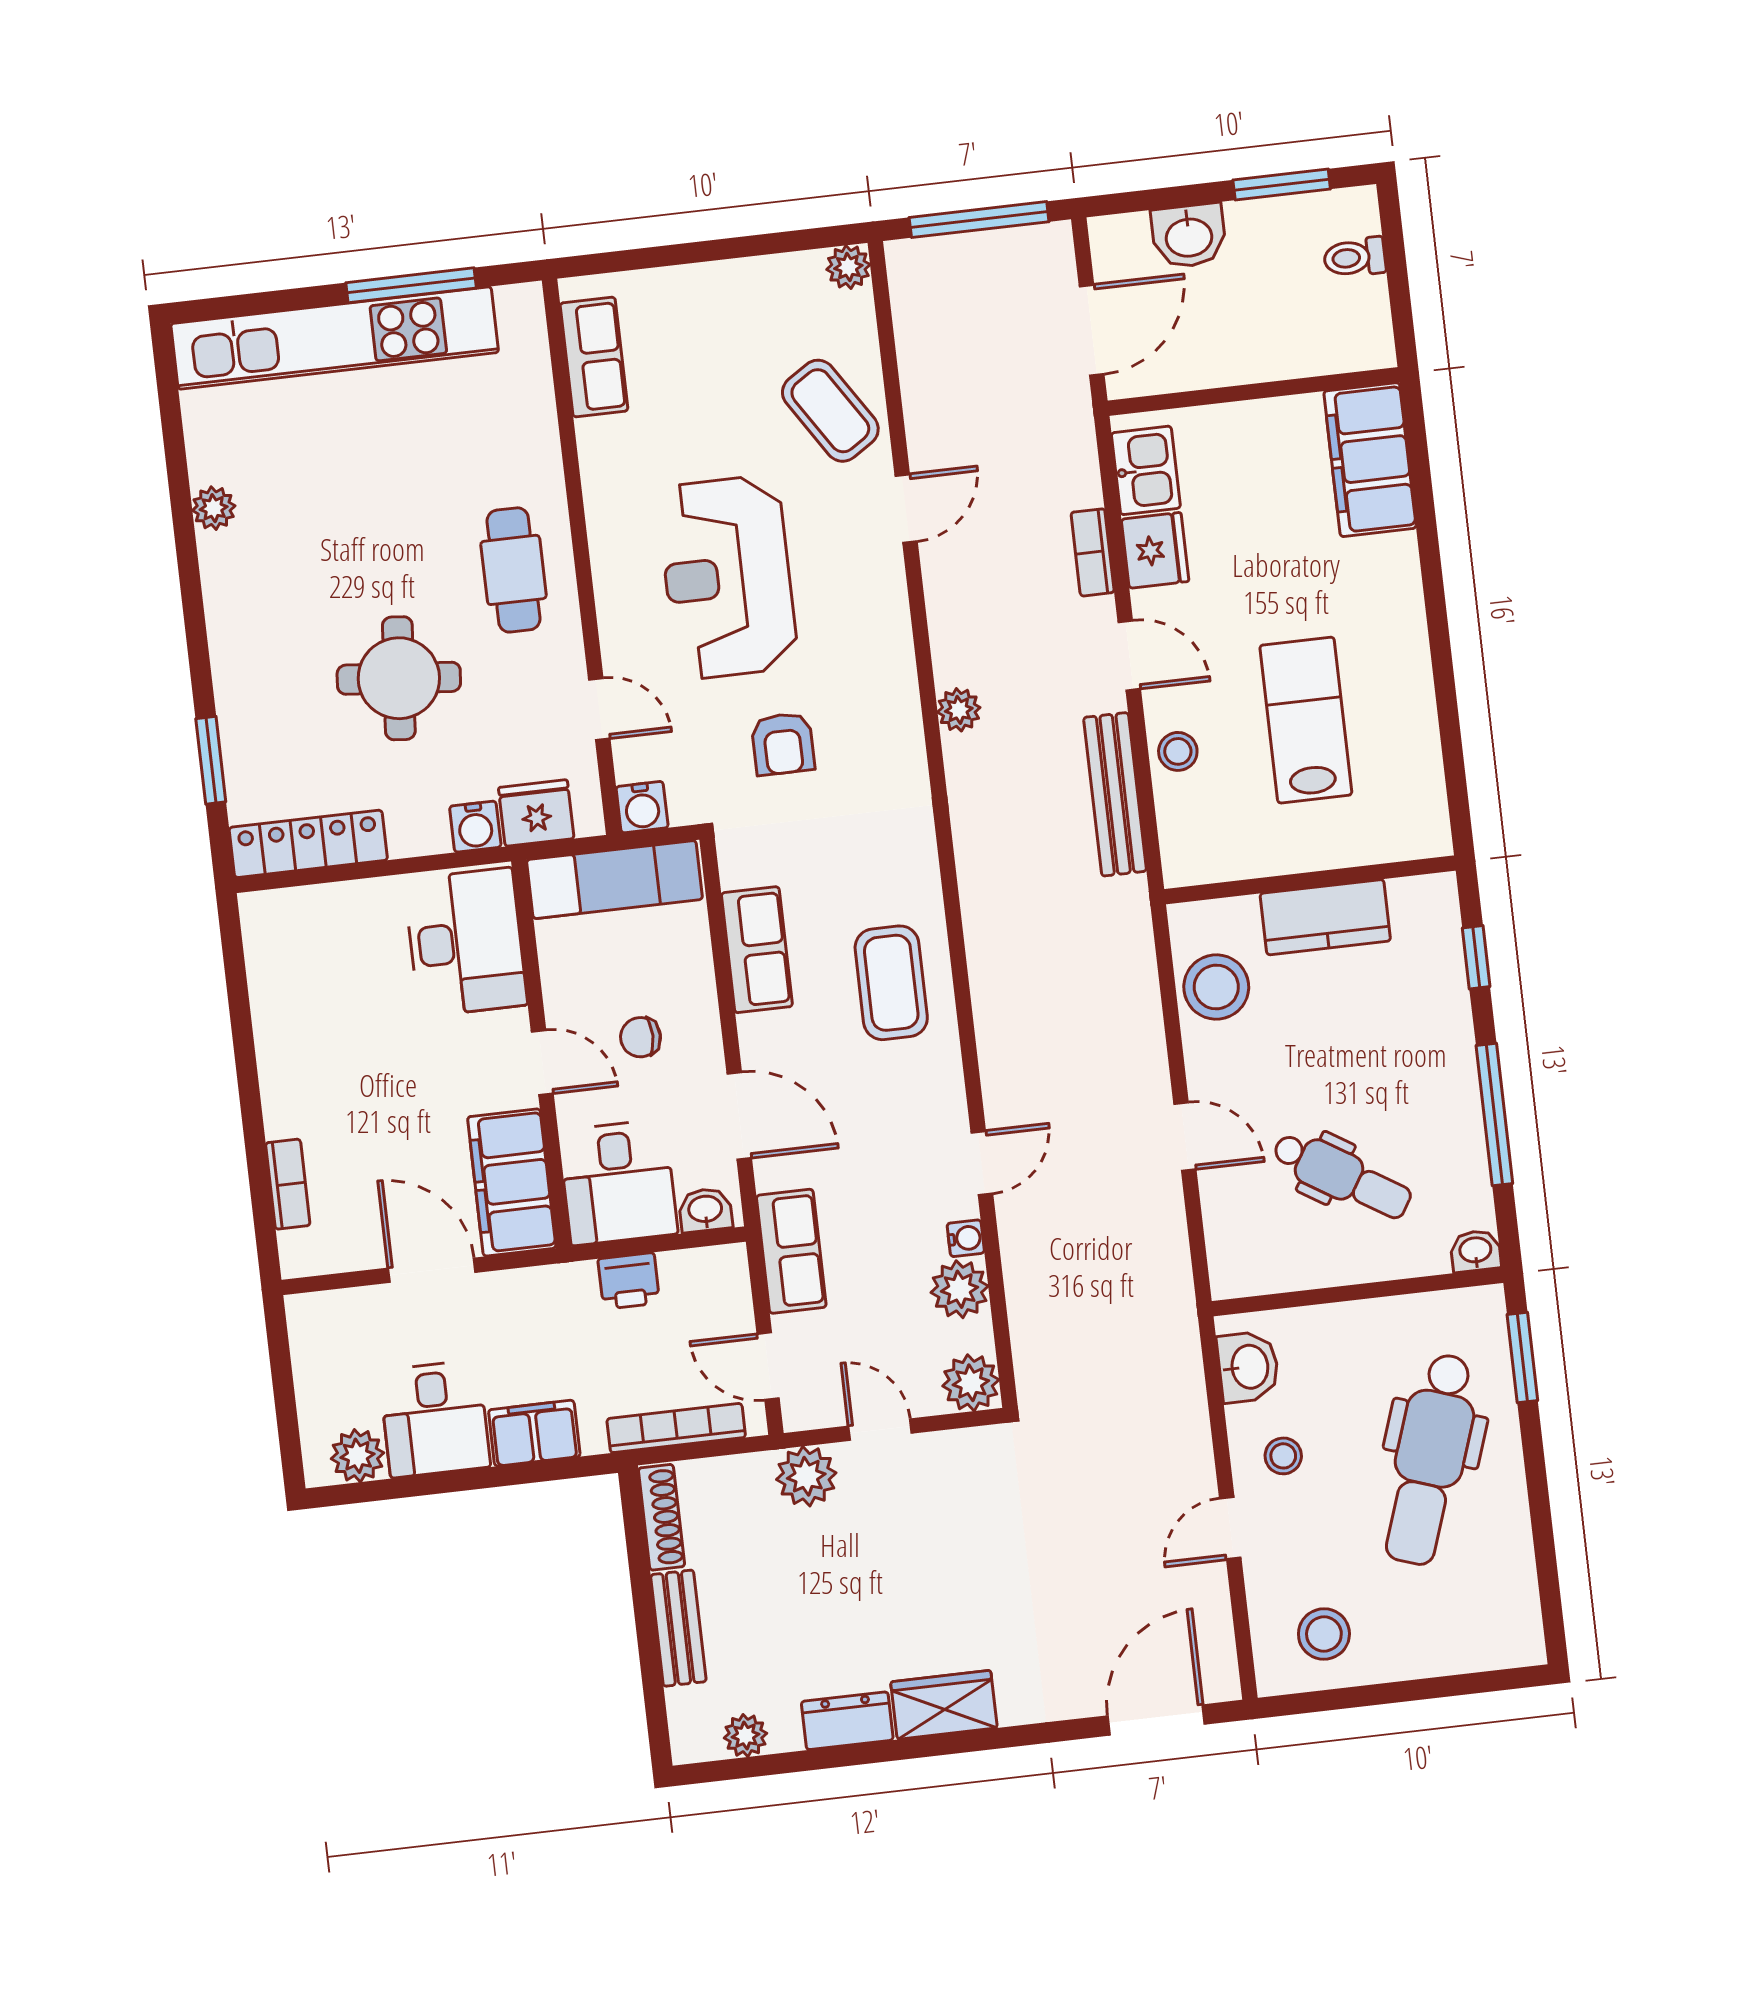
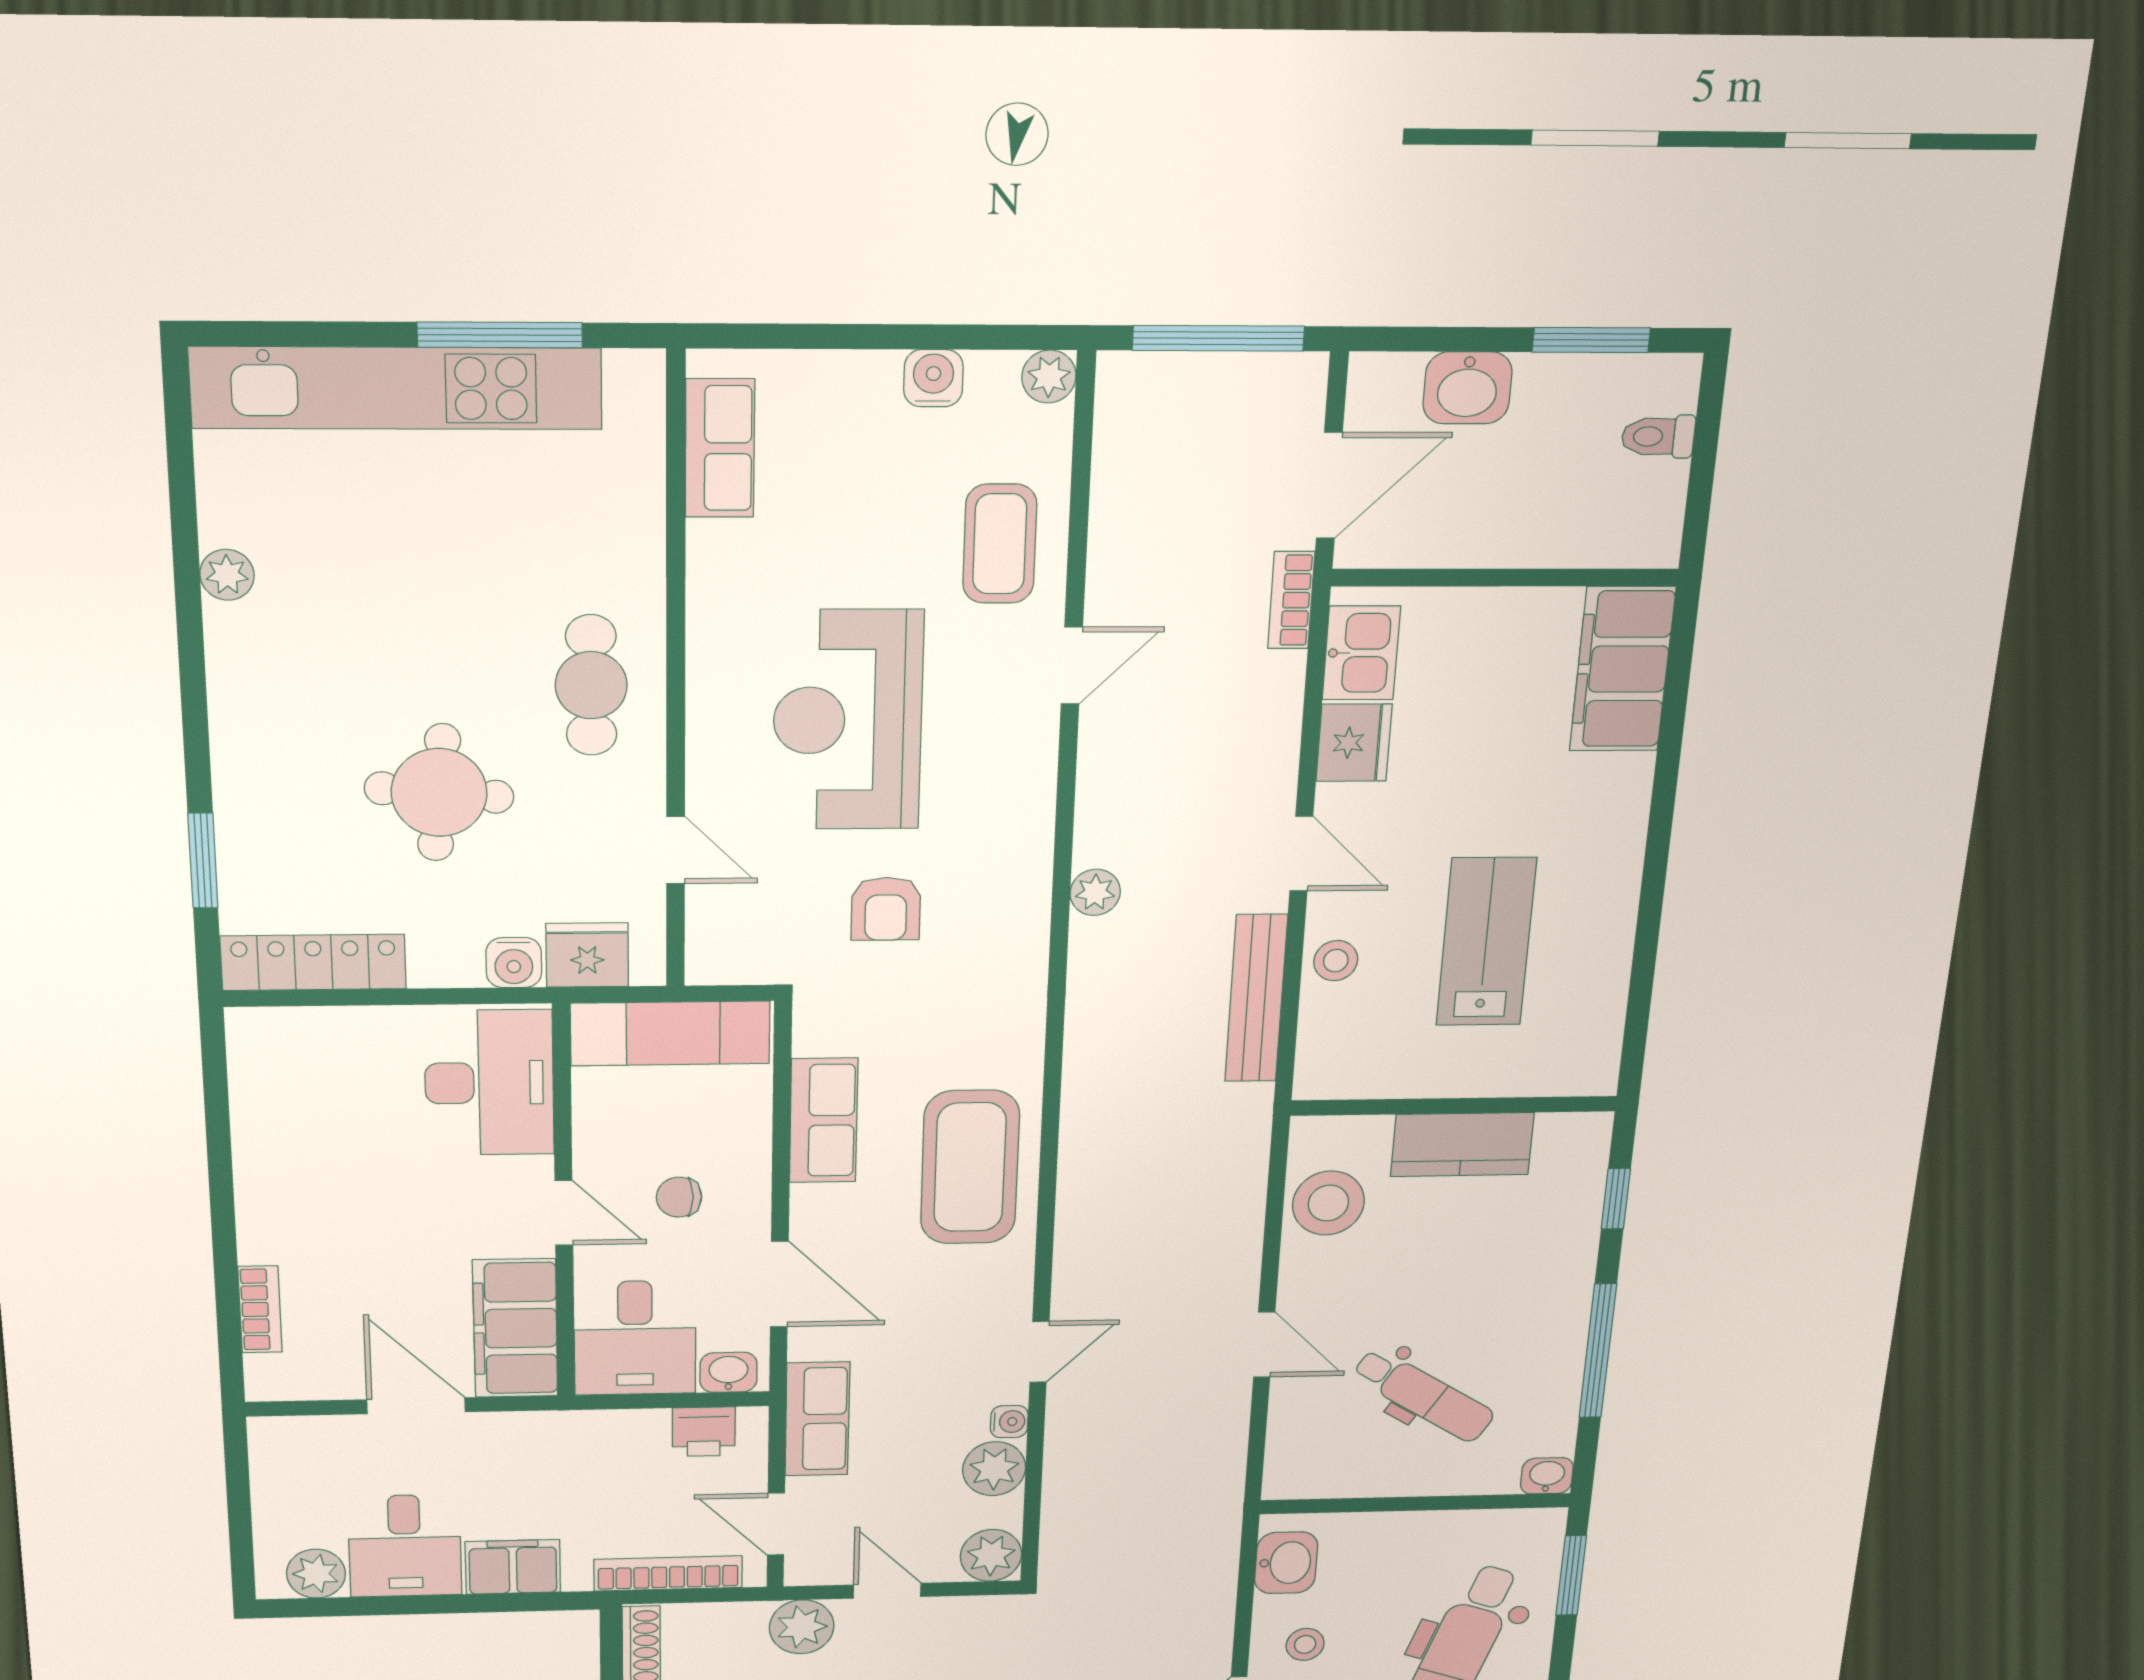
coffee table: (830, 411) -> (1000, 544), turned 33
bookcase: (1093, 552) -> (1291, 600), moved
water cooler: (642, 807) -> (933, 378), moved, turned 180
coffee table: (891, 983) -> (970, 1167), width x1.36, depth x1.32
printer: (629, 1281) -> (704, 1432), moved

